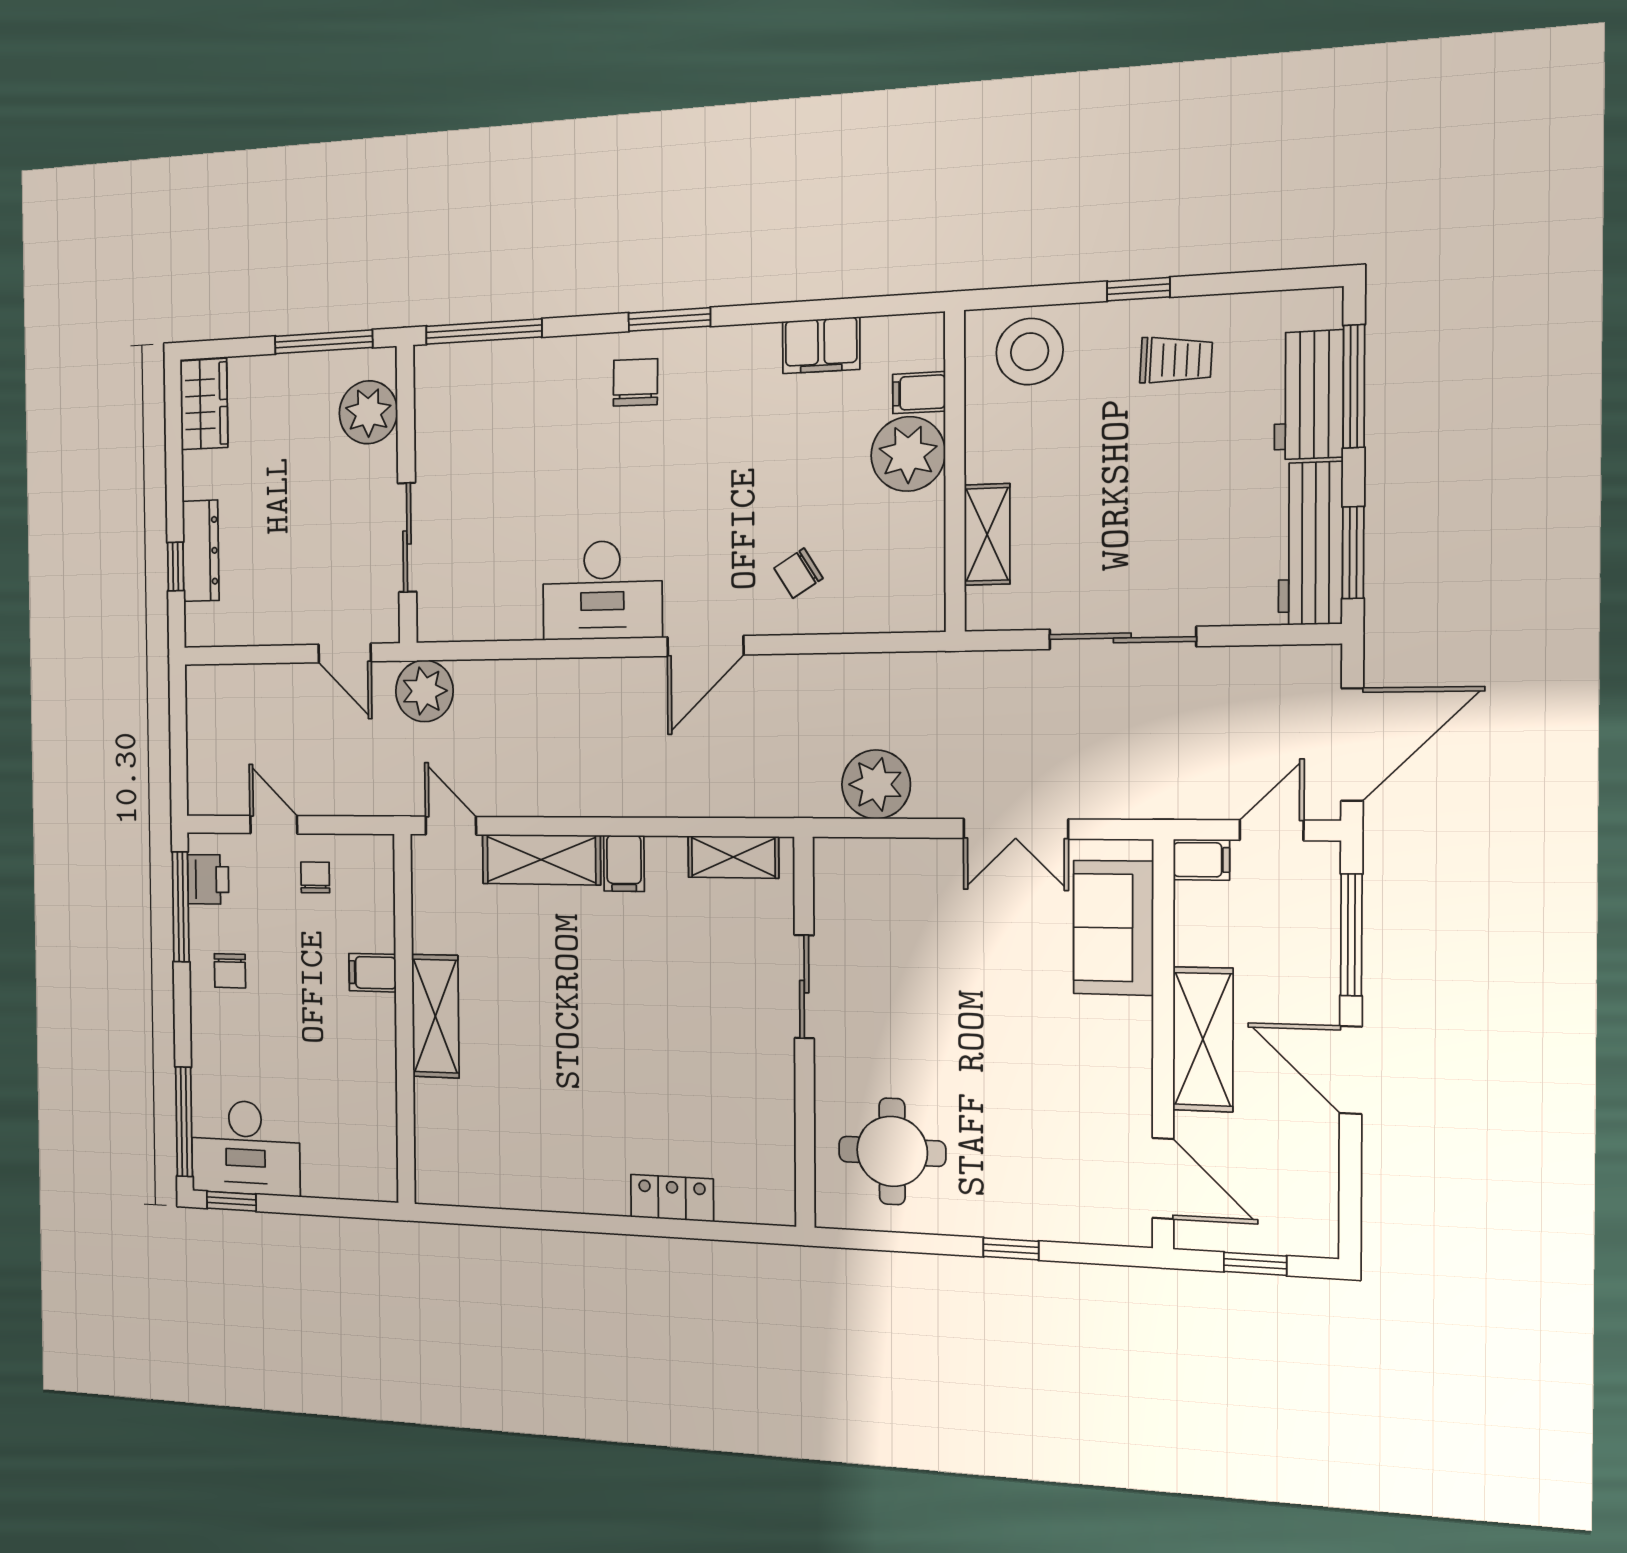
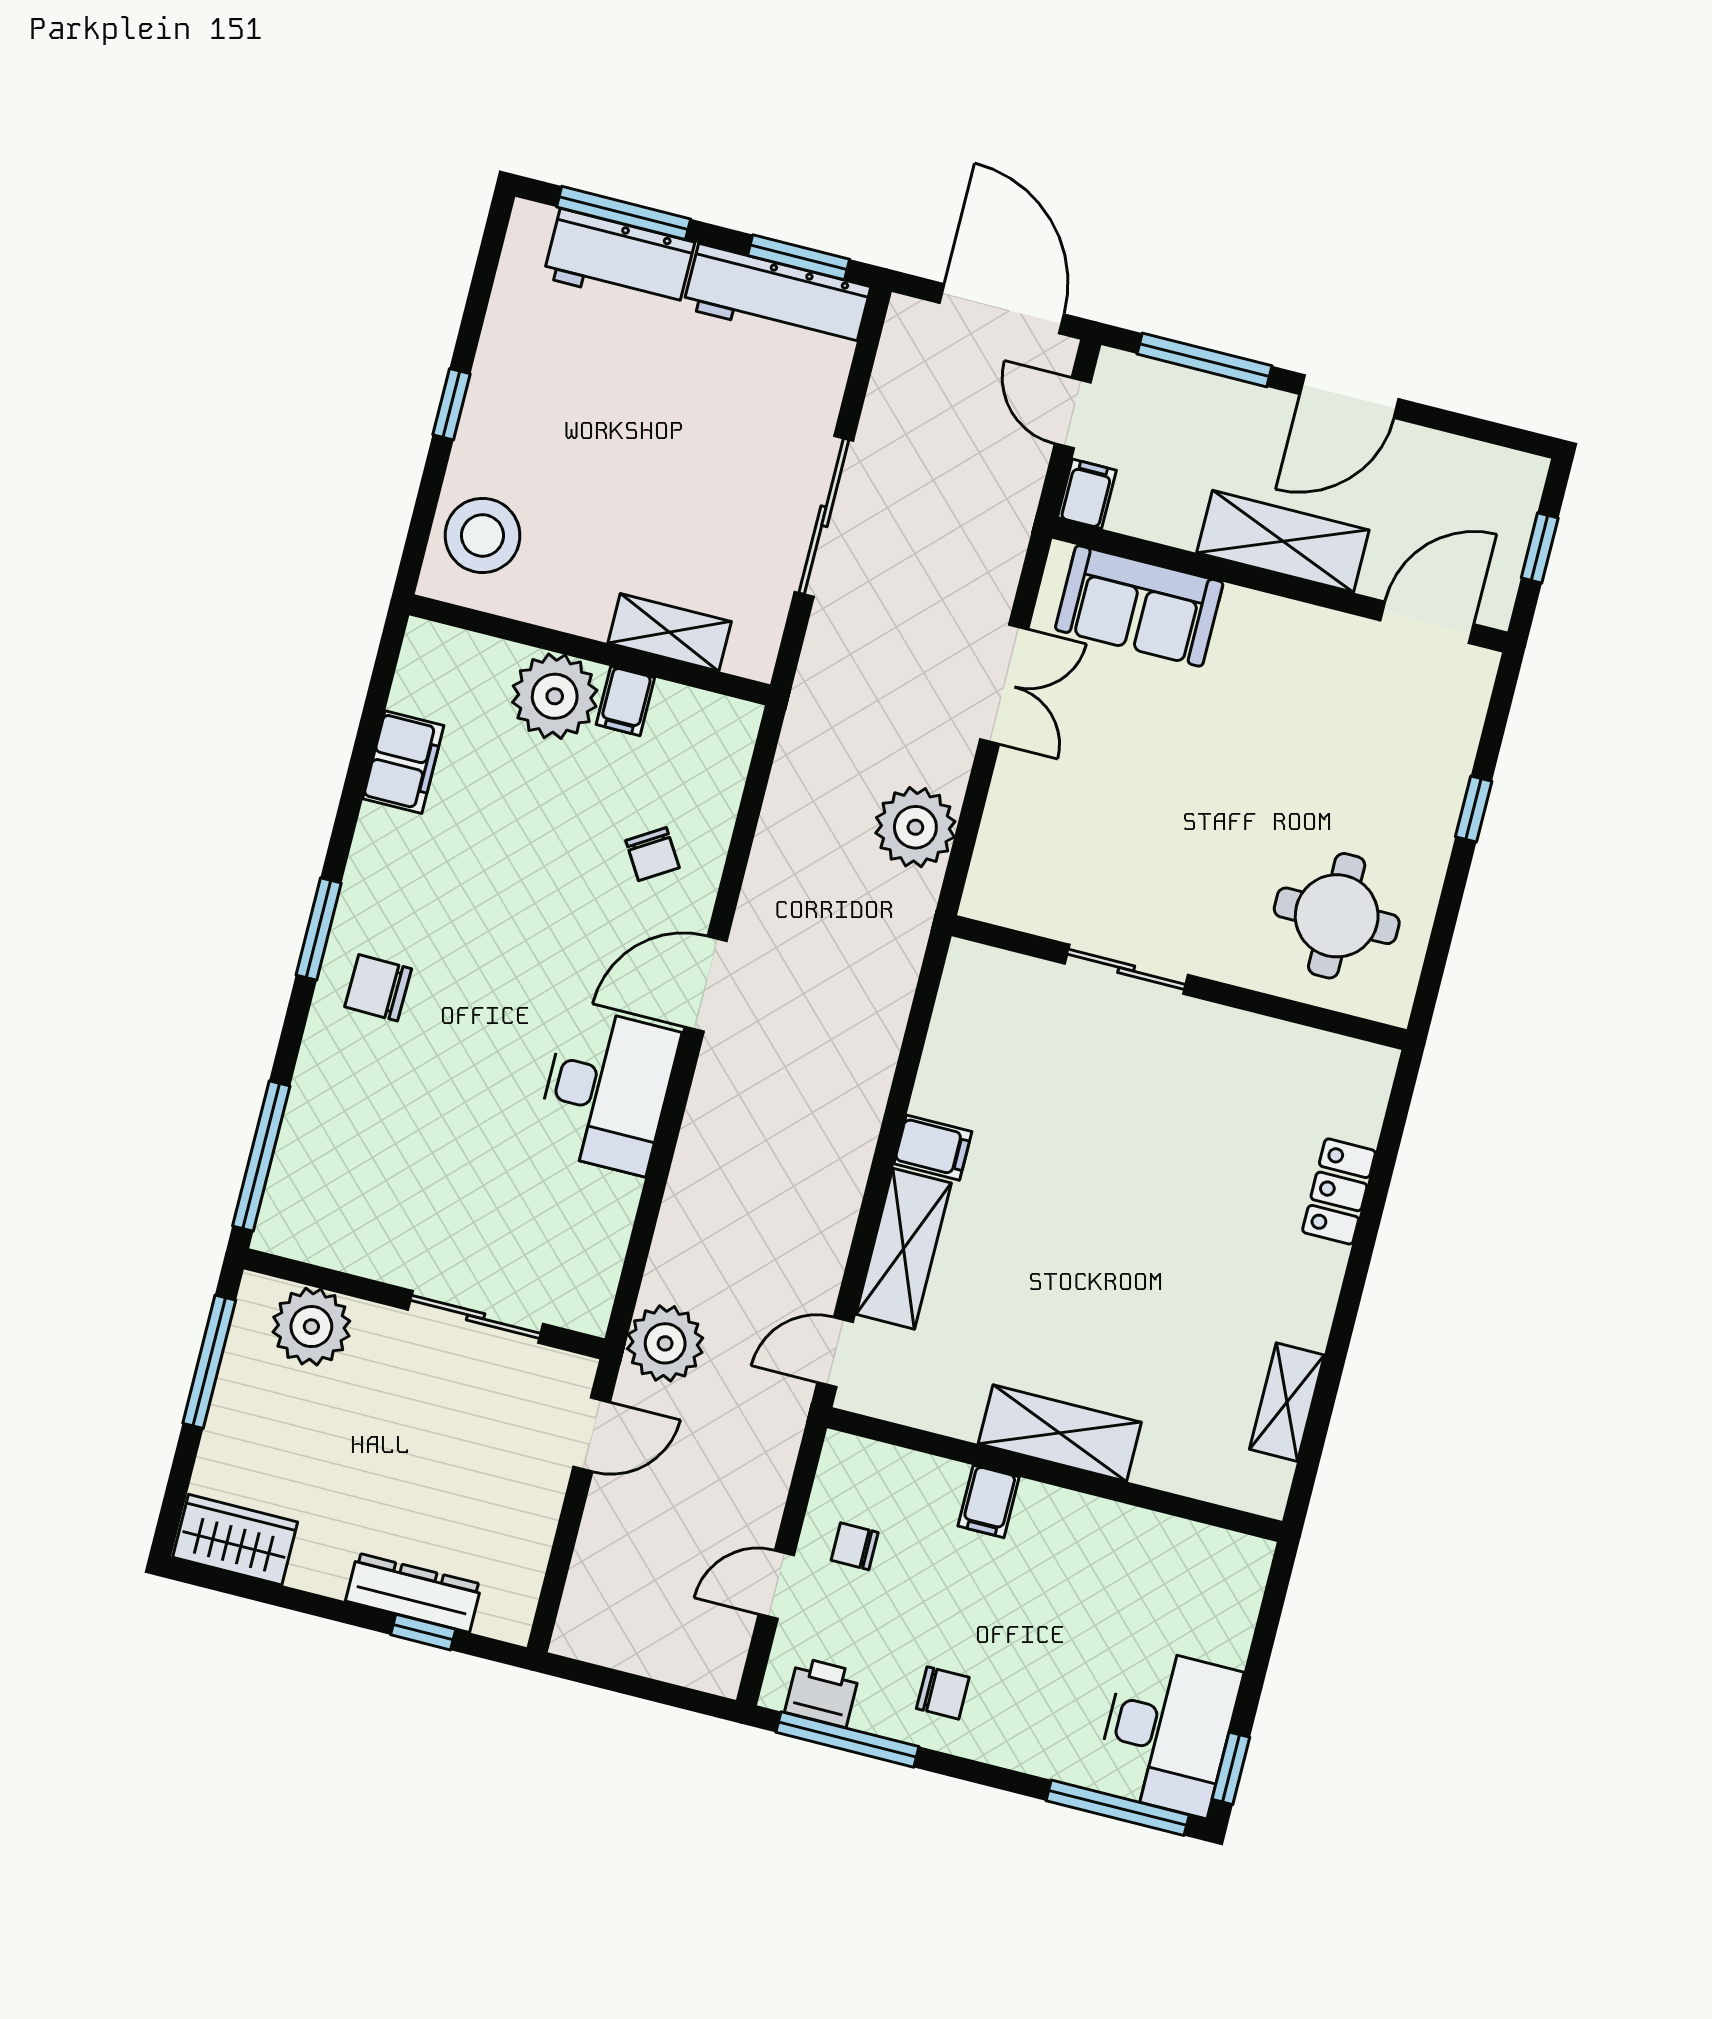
trolley: (1176, 360) -> (540, 385), removed
filing cabinet: (919, 393) -> (625, 701), moved
door: (705, 646) -> (706, 984), swing flipped
shelving: (733, 857) -> (1287, 1402), moved

